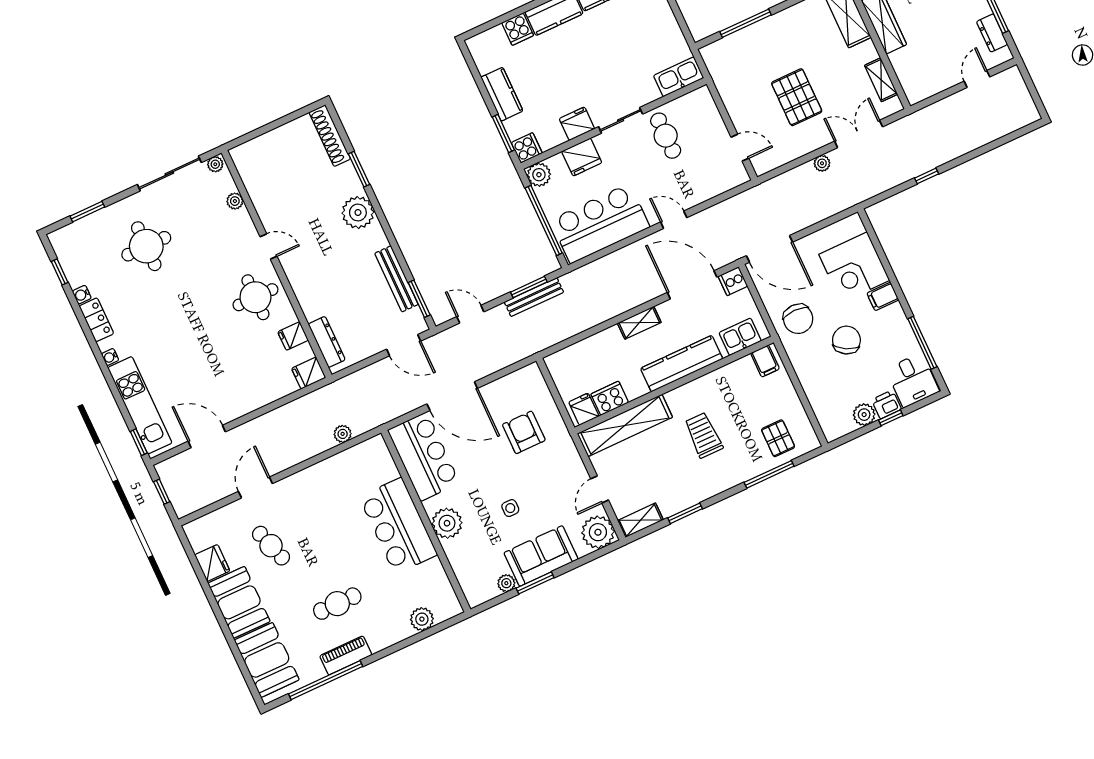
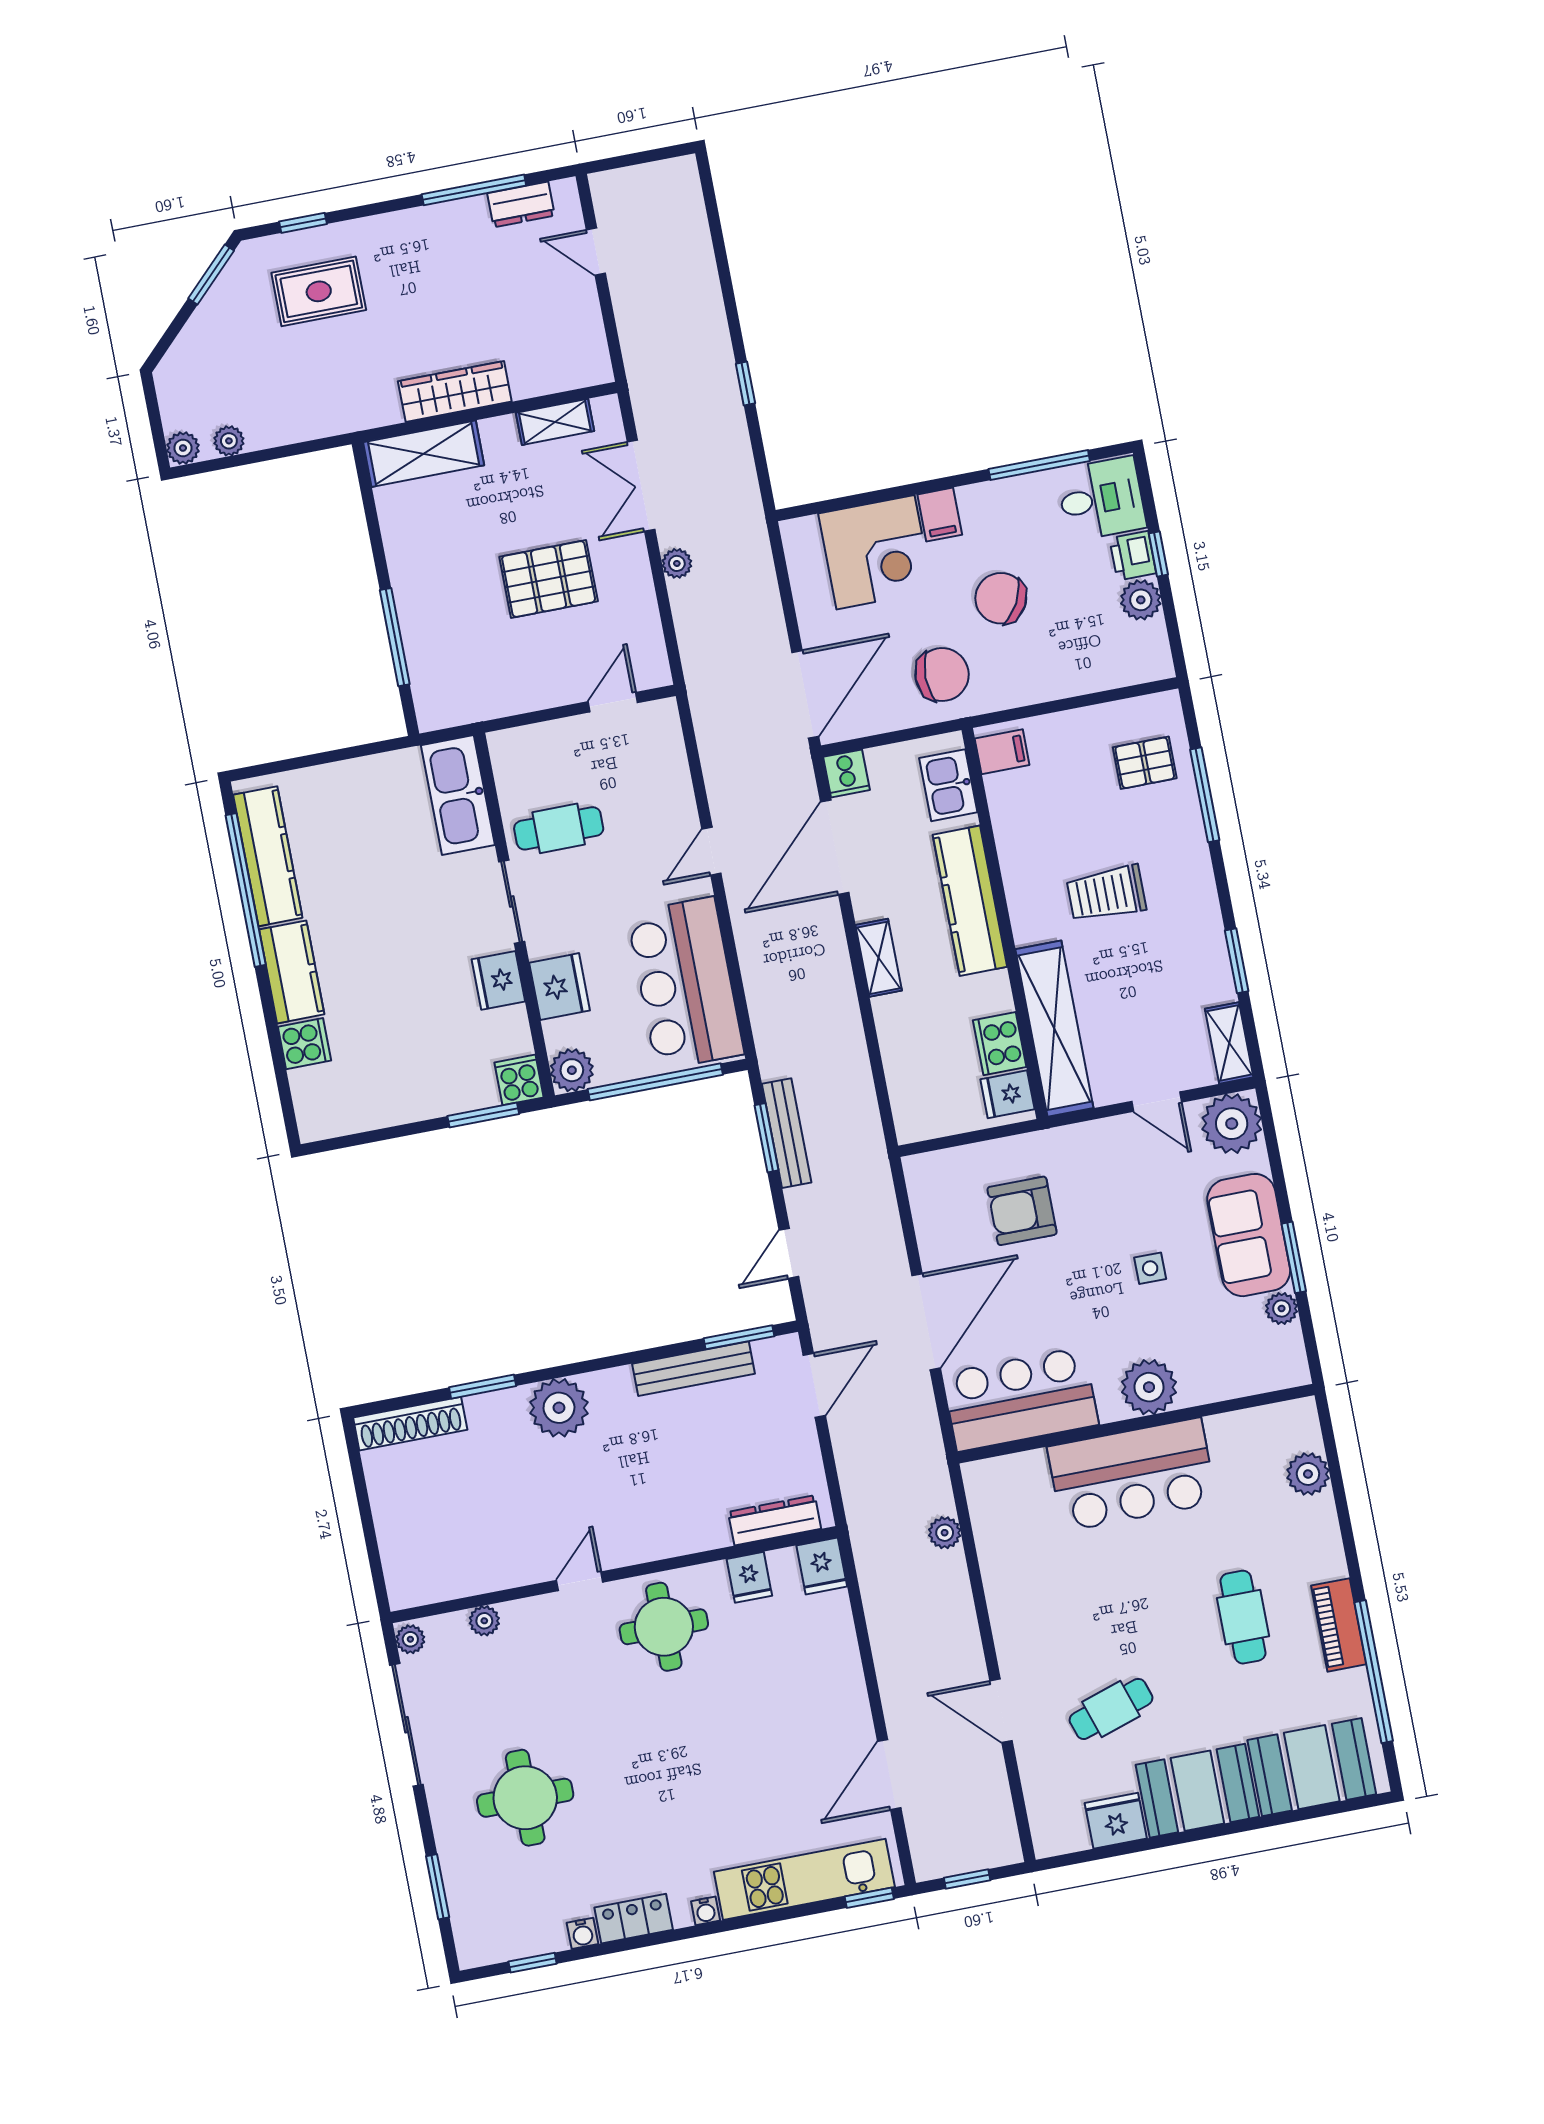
kitchen sink: (679, 77) -> (458, 795), width x1.36, depth x1.24
kitchen counter: (502, 94) -> (413, 1100), removed

